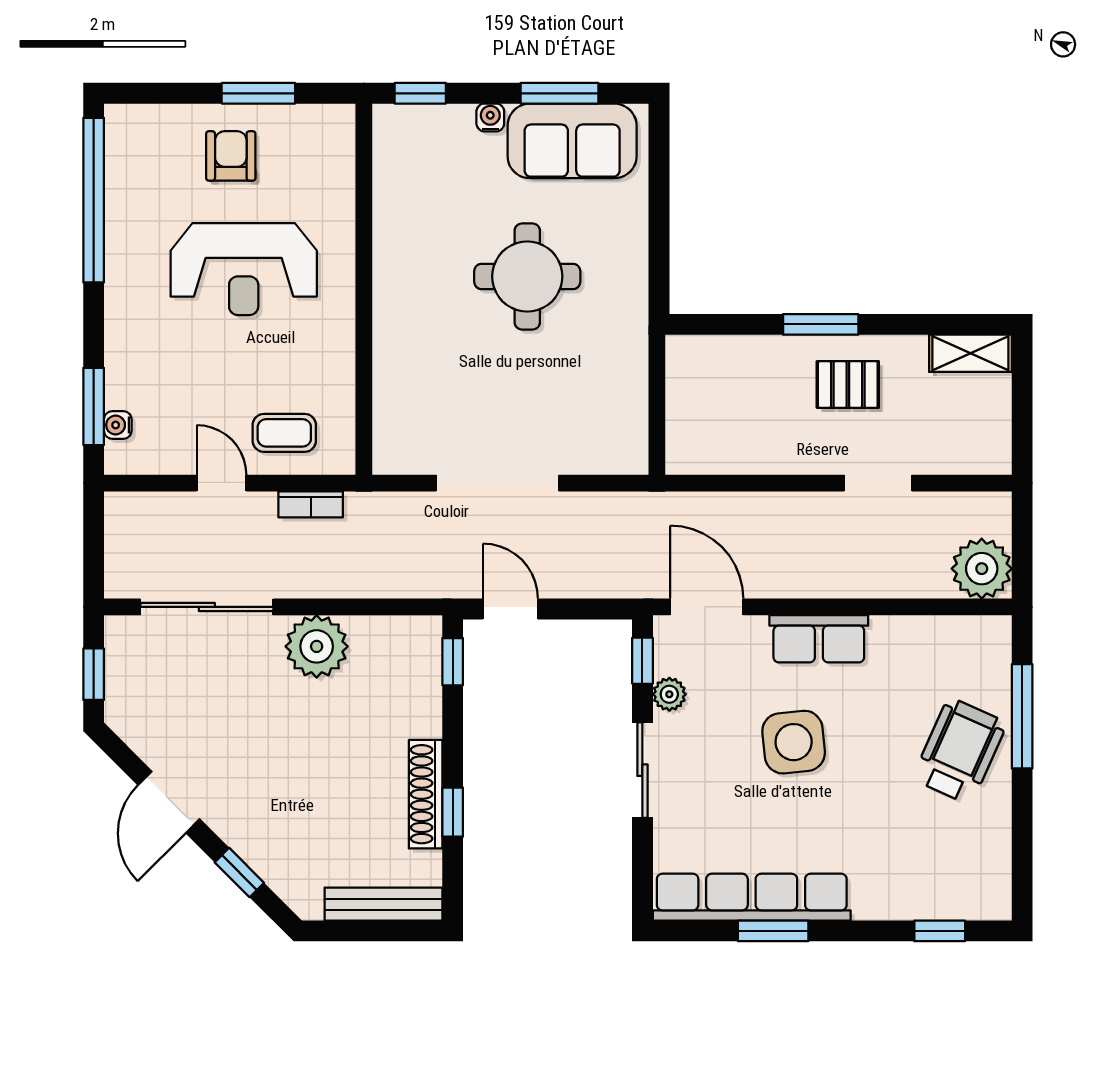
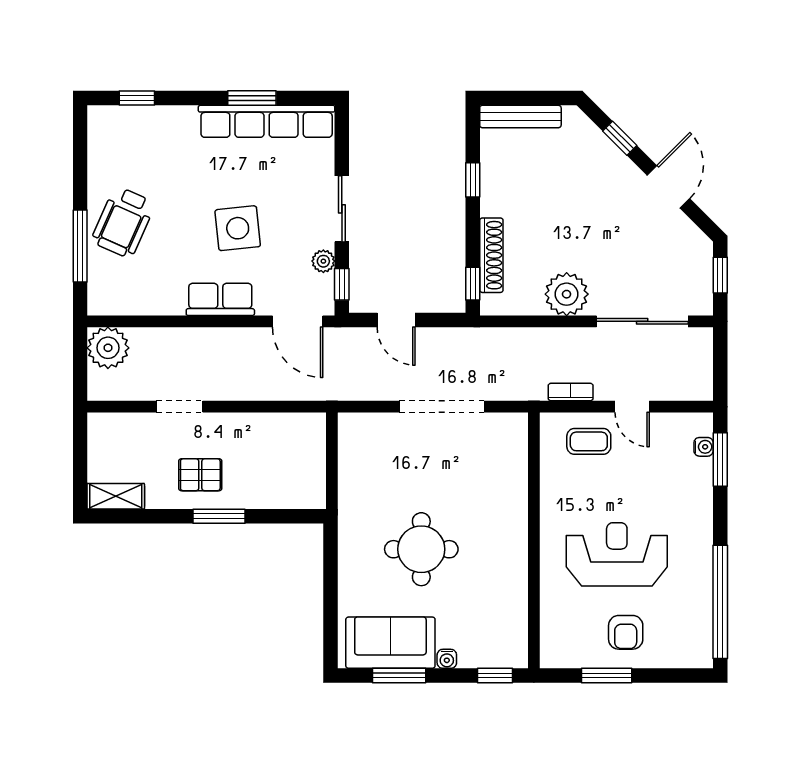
door: (510, 609) -> (396, 320), moved
shoe rack: (426, 794) -> (491, 255), moved

